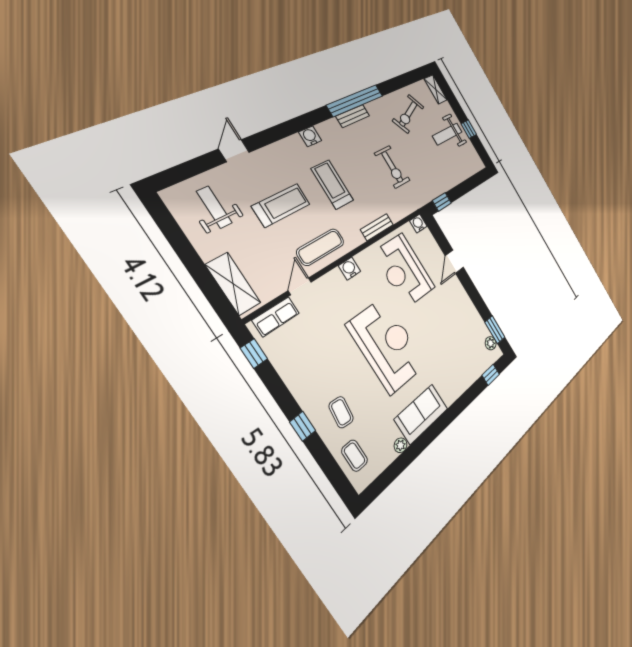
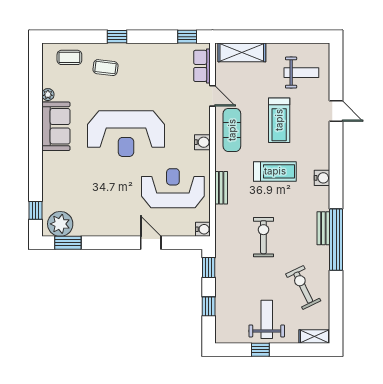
exercise bike: (392, 167) -> (263, 237), turned 90
window: (467, 186) -> (209, 306), added
plant: (491, 343) -> (60, 224), width x1.88, depth x1.88

